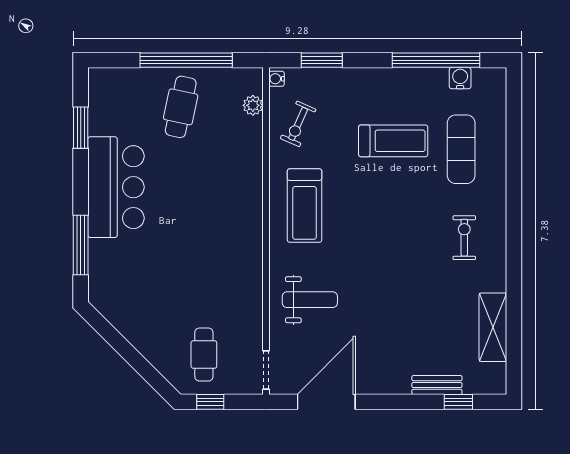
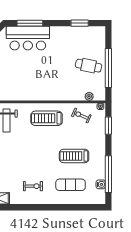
treadmill: (393, 141) -> (74, 156), turned 90
bar counter: (116, 187) -> (28, 38), moved

